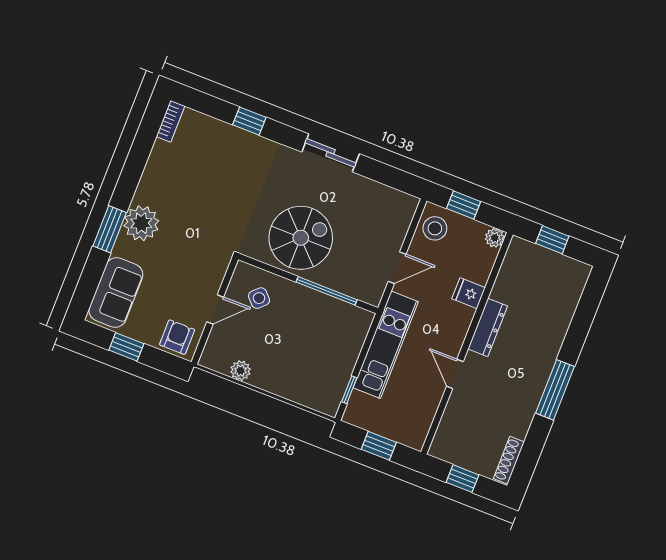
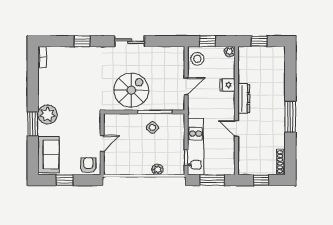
side table: (259, 298) -> (152, 127), moved
kitchen unit: (386, 345) -> (196, 147), moved
plant: (241, 371) -> (157, 169), moved
window: (379, 446) -> (212, 180), width x1.50

